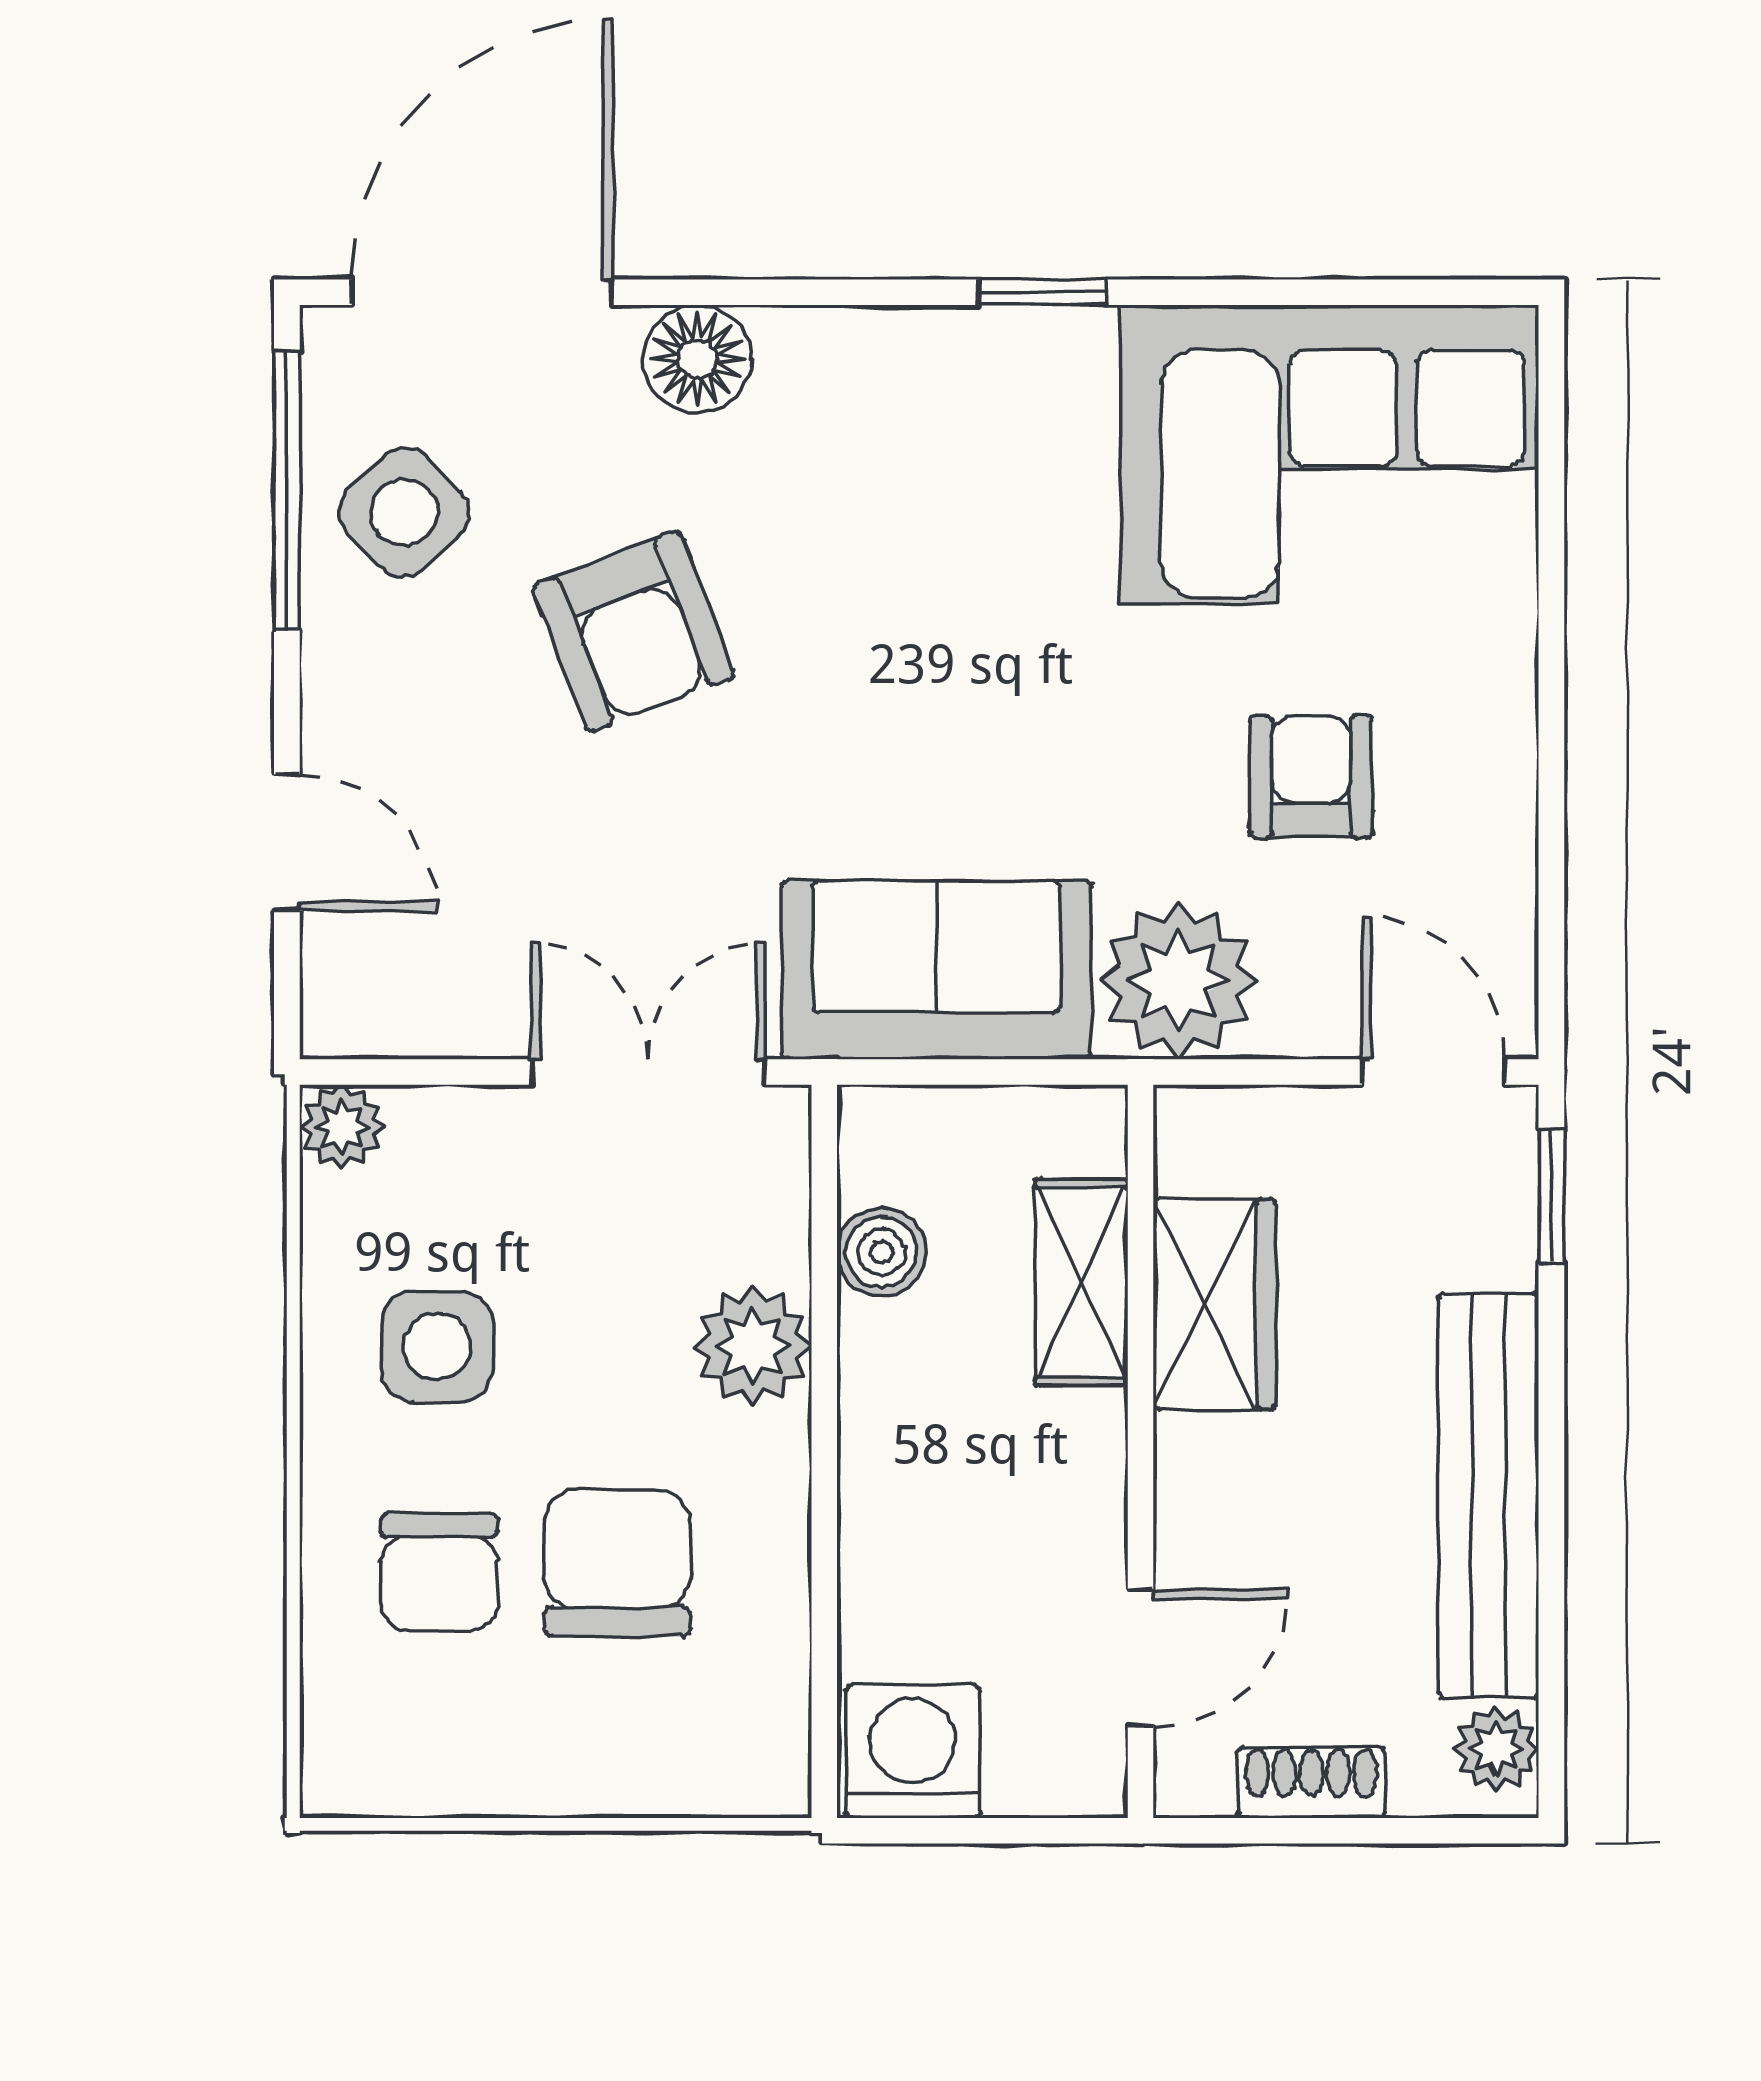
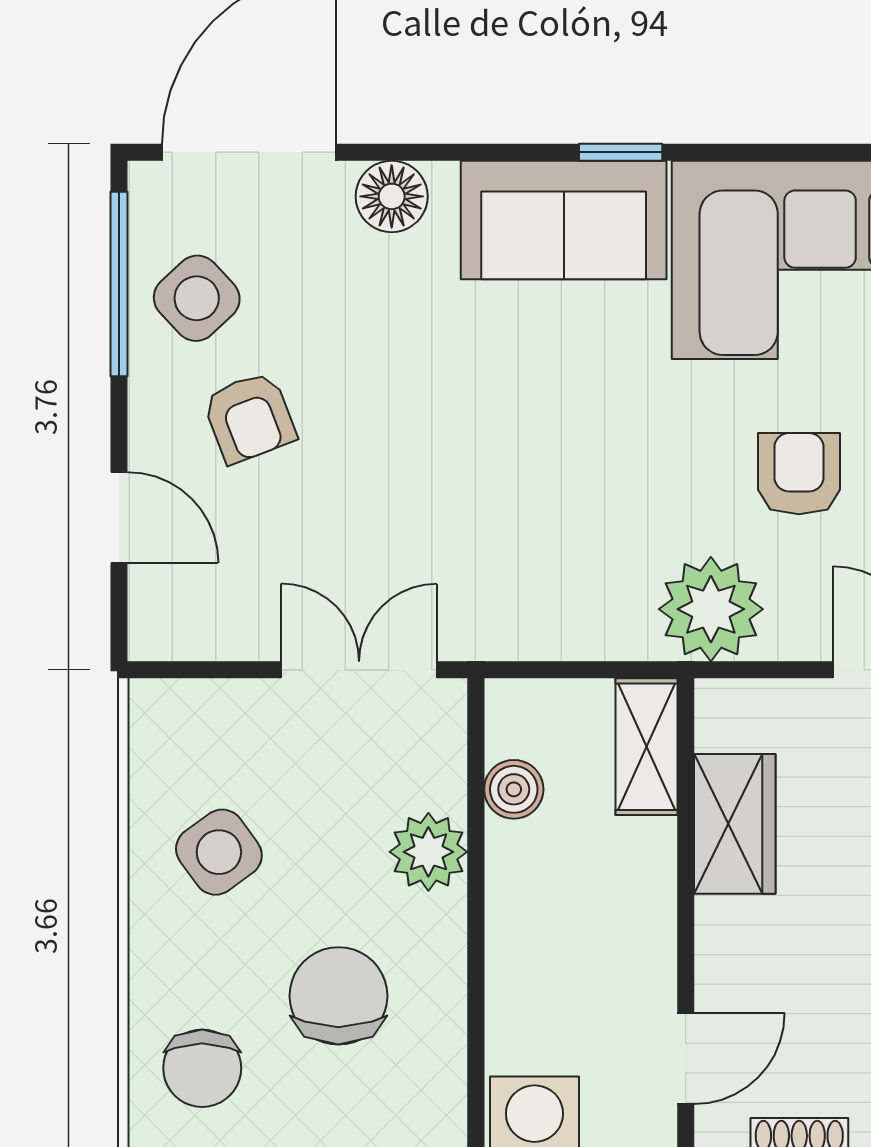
armchair: (634, 631) -> (249, 417), moved, width x0.72, depth x0.72
sofa: (936, 970) -> (564, 220), moved, turned 180
plant: (342, 1127) -> (156, 706), removed
shelving: (1081, 1282) -> (647, 747), moved
side table: (437, 1347) -> (219, 852), turned -36
chair: (439, 1572) -> (202, 1068), moved

